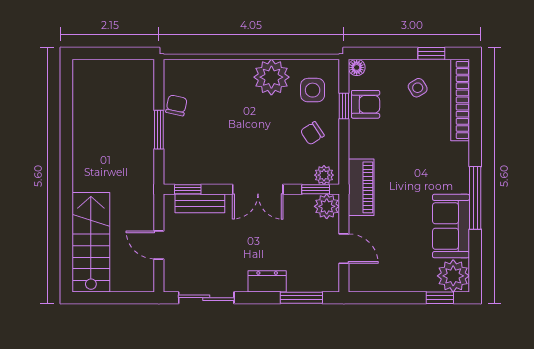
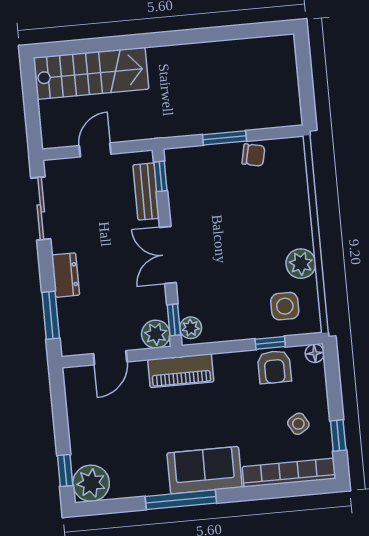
plant: (271, 77) -> (301, 264), width x0.73, depth x0.73
chair: (312, 133) -> (236, 310), removed
sofa: (451, 226) -> (205, 470), moved

